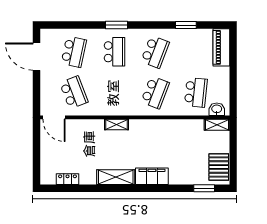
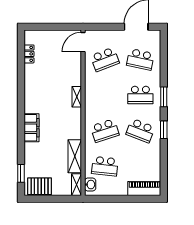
window: (186, 25) -> (164, 130), moved
school desk: (155, 92) -> (105, 131), turned -39
shelving: (116, 177) -> (75, 156), moved

